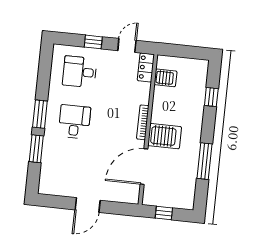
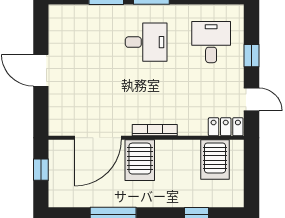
server rack: (166, 78) -> (215, 160), width x1.36, depth x1.44
door: (144, 167) -> (98, 138), swing flipped

